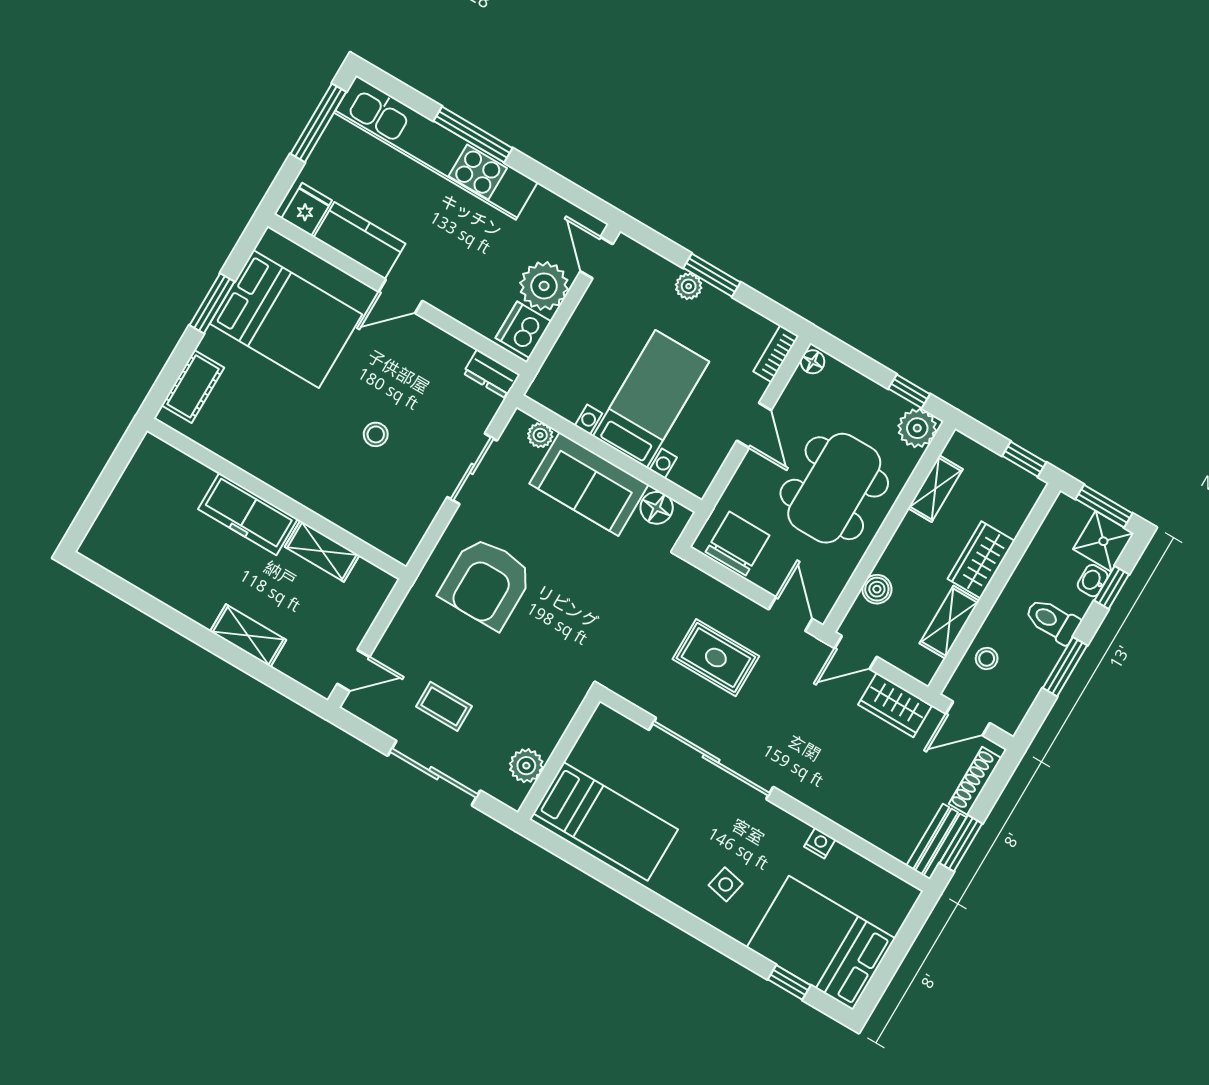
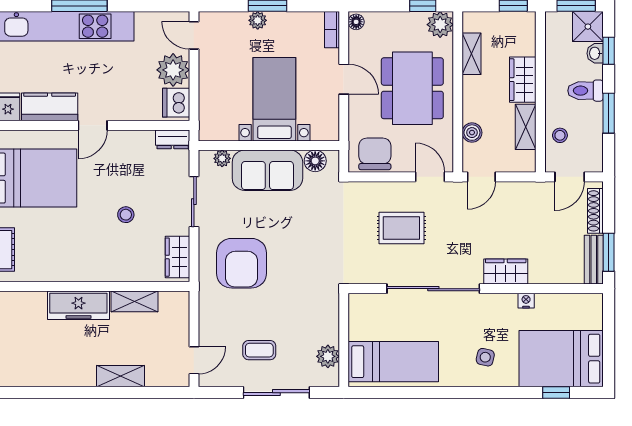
wardrobe: (410, 527) -> (177, 257), added
wardrobe: (895, 705) -> (506, 271), moved, turned 180

